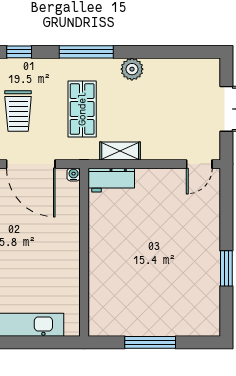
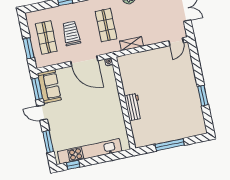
trolley: (18, 111) -> (71, 33), turned 180
workbench: (111, 180) -> (133, 107), moved, turned -90

